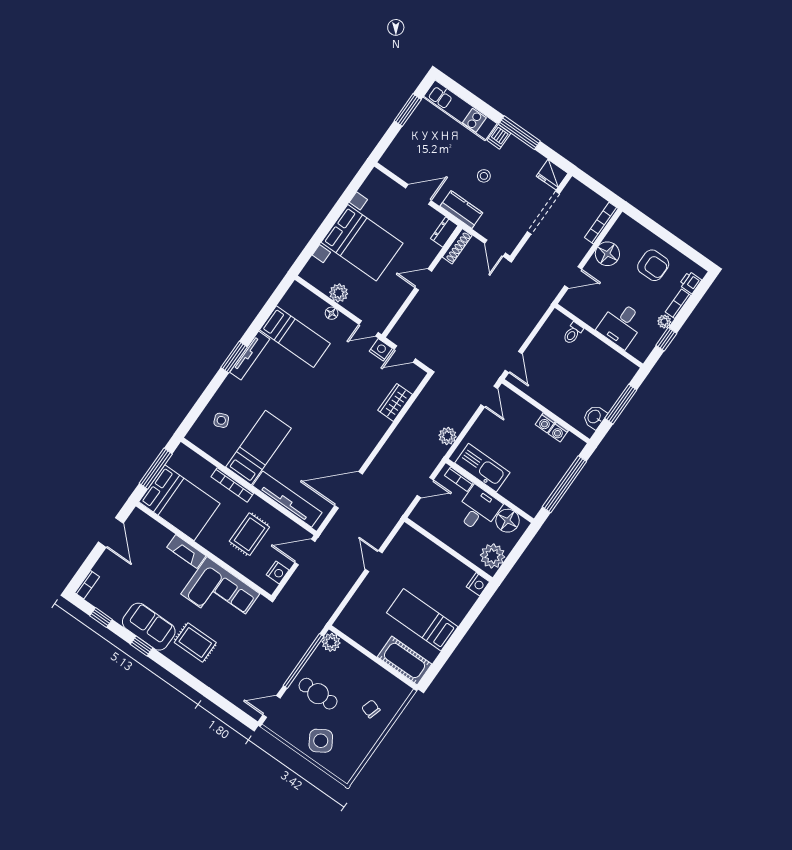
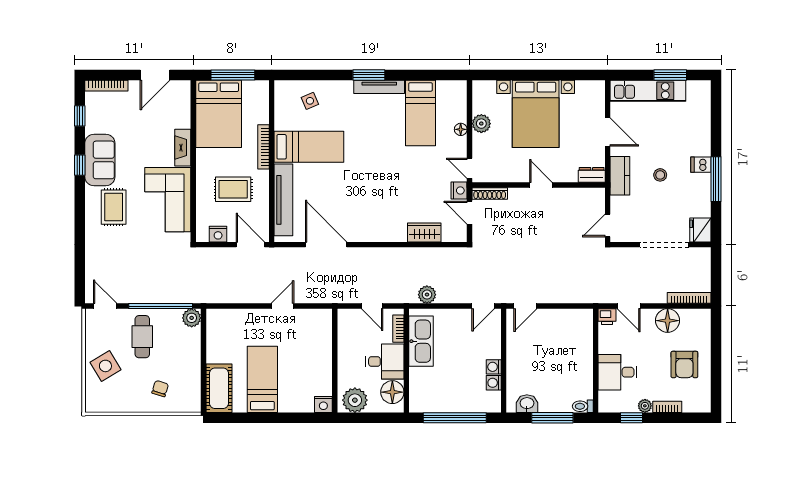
kitchen unit: (460, 110) -> (648, 91), moved, turned -90
shoe rack: (457, 246) -> (490, 194), moved
printer: (690, 282) -> (607, 317), moved, turned 180
toilet: (573, 333) -> (583, 406), moved
bookcase: (87, 585) -> (106, 86), width x1.56

